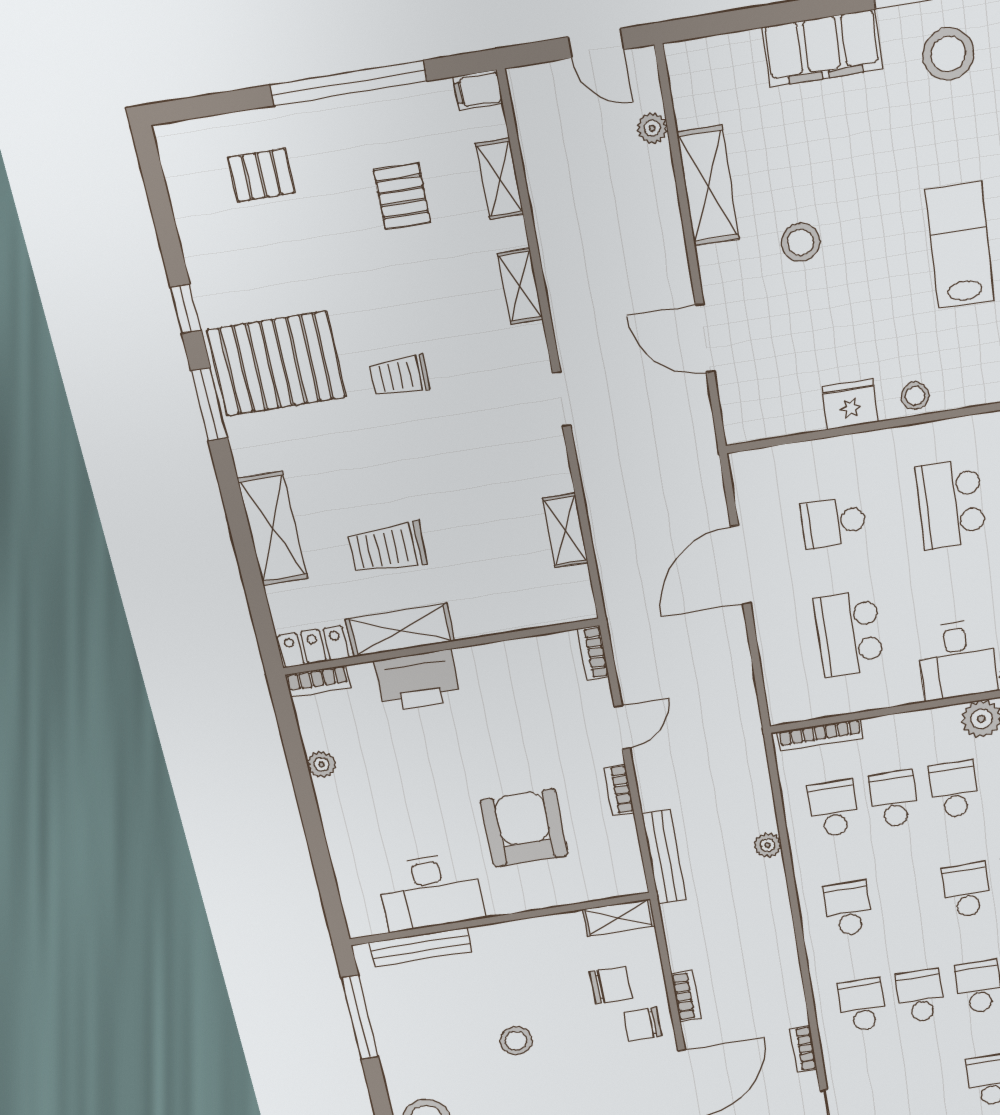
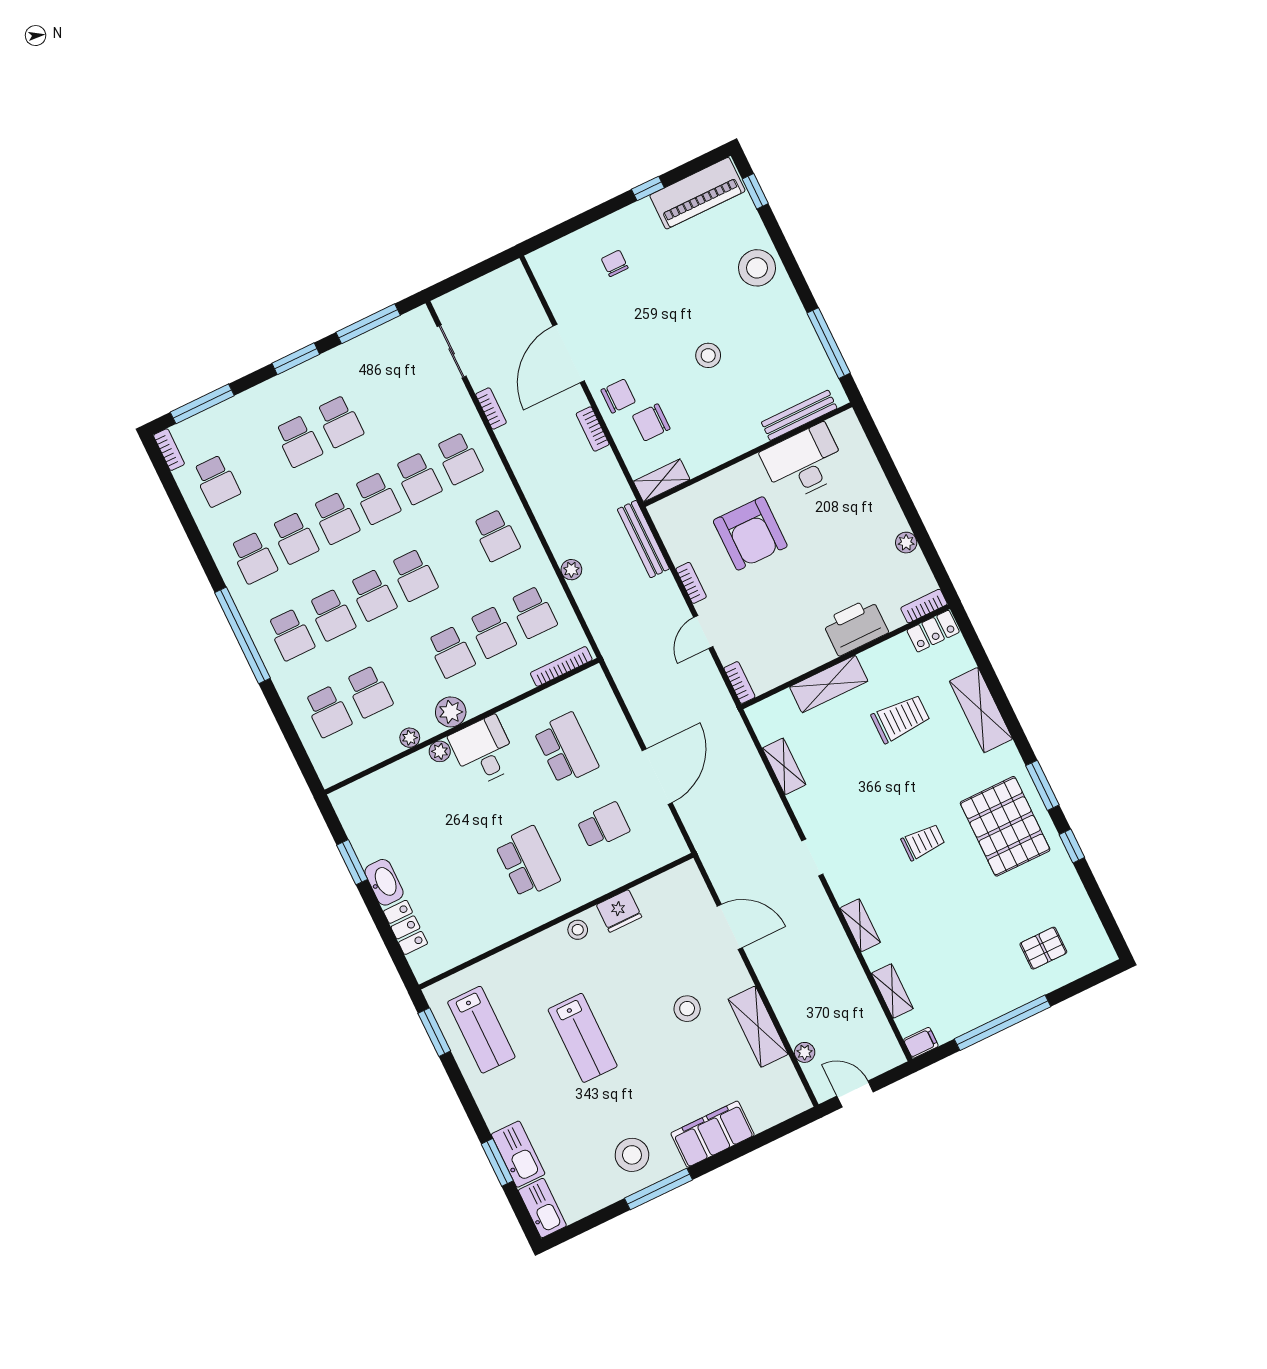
pallet: (402, 196) -> (951, 961), removed
pallet: (276, 364) -> (1005, 826), turned 90
shelving: (400, 630) -> (829, 684), moved

